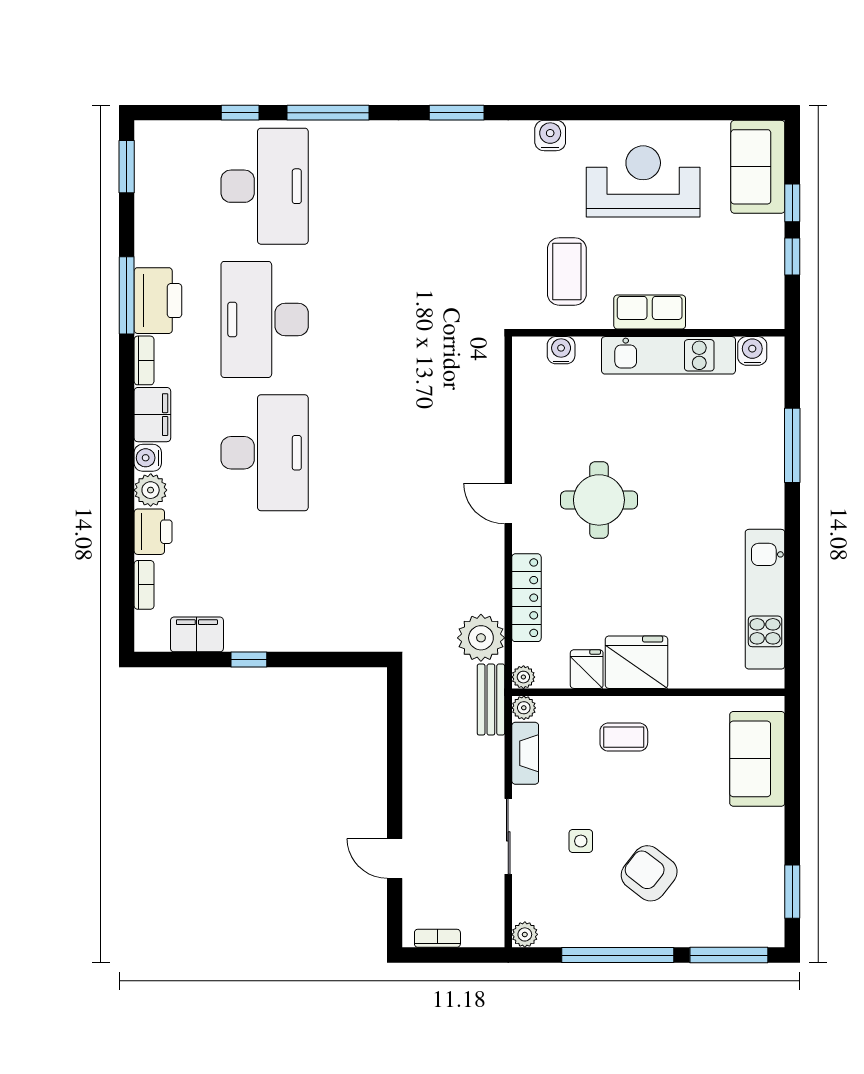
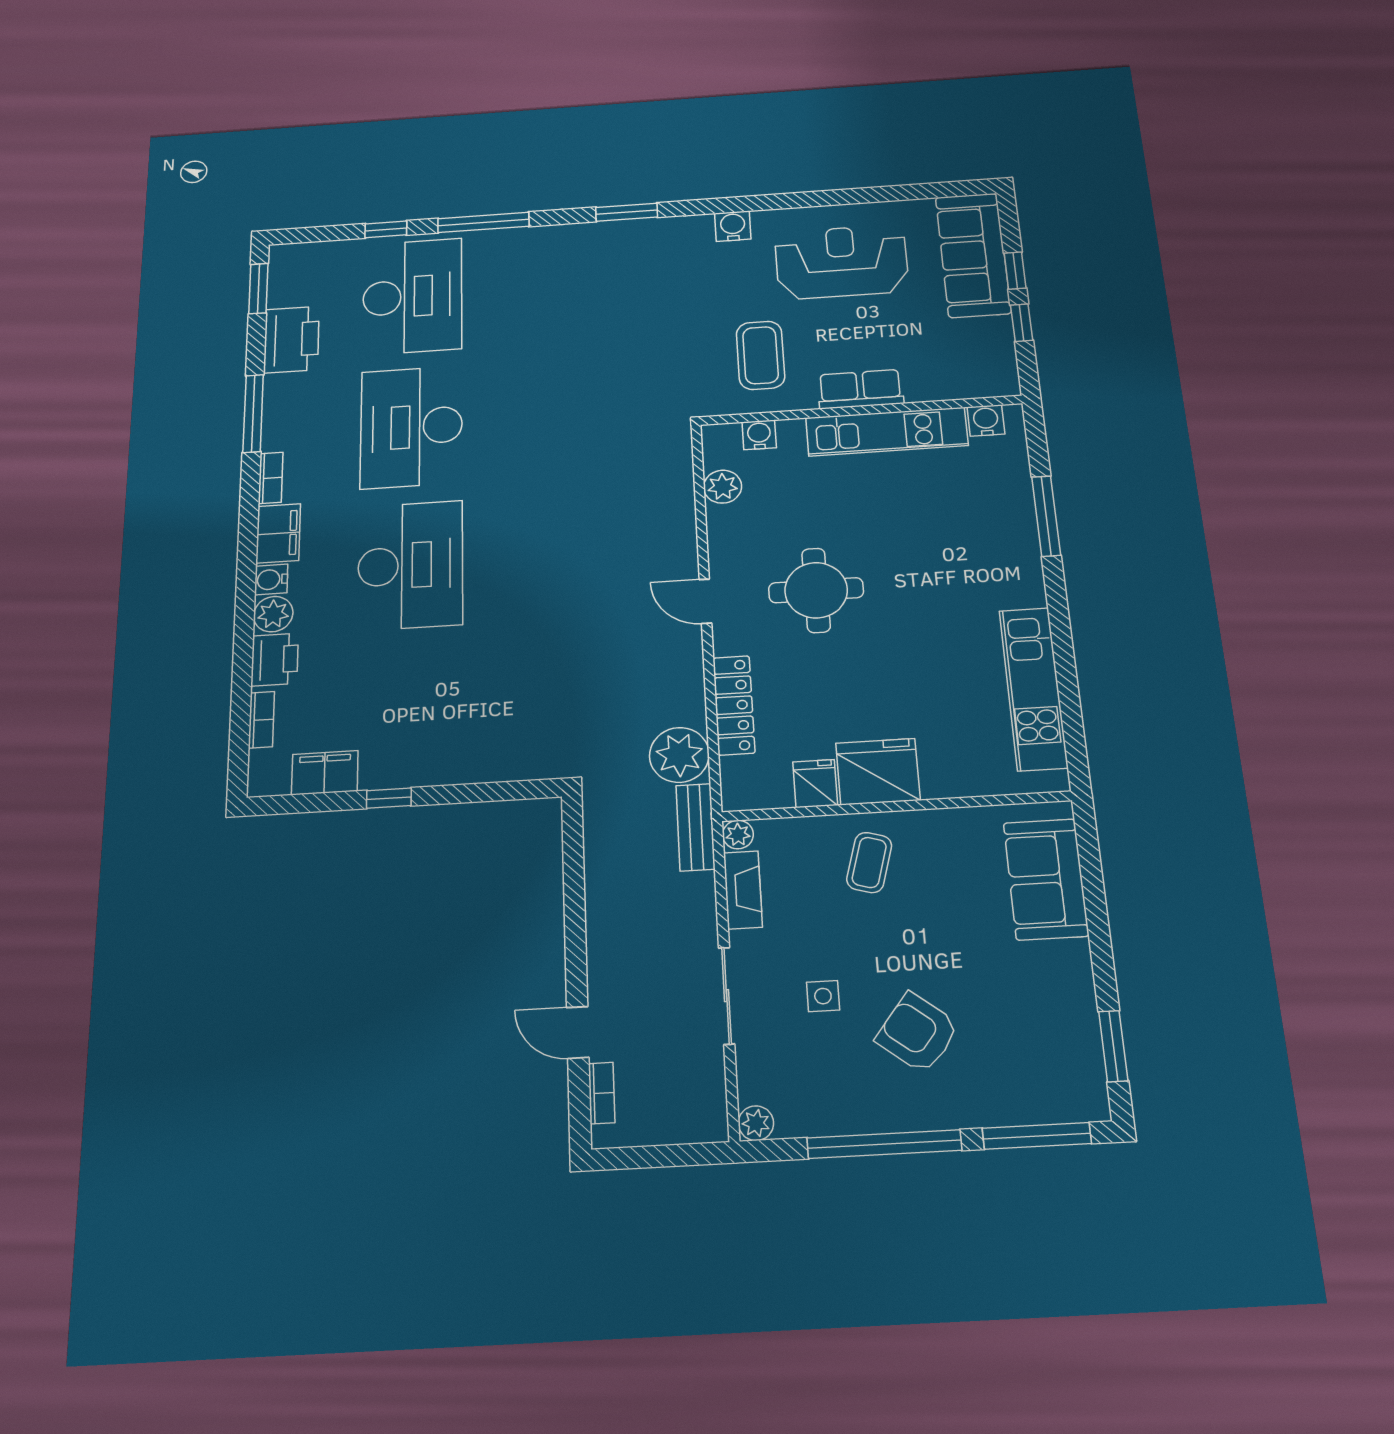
sofa: (758, 167) -> (973, 255), width x1.36
printer: (158, 301) -> (291, 340), moved
plant: (523, 677) -> (723, 487), moved, width x1.38, depth x1.38
coffee table: (624, 737) -> (869, 862), turned -74
bookcase: (437, 938) -> (602, 1093), moved, turned 90

